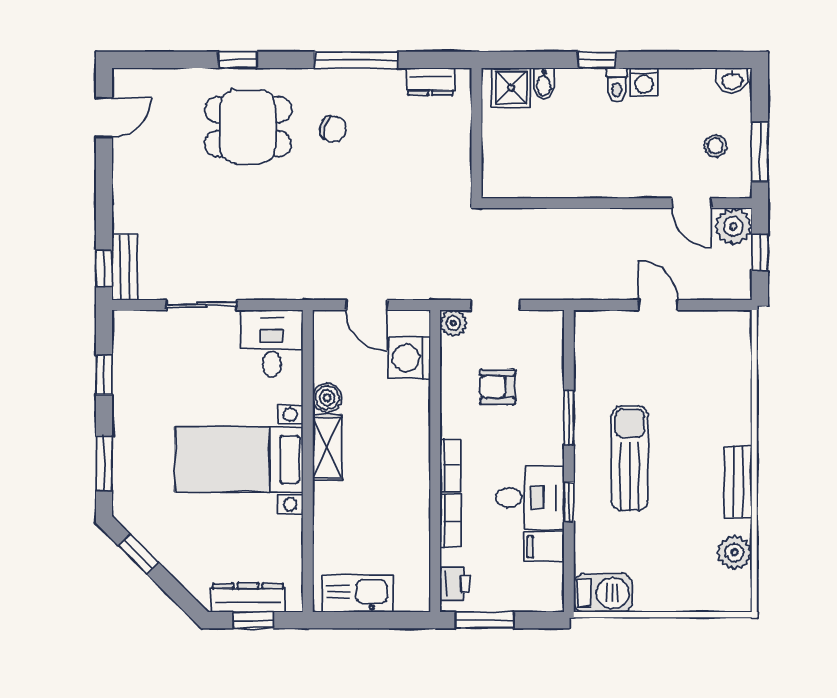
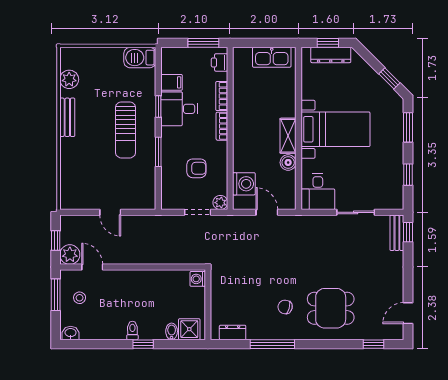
window: (238, 60) -> (373, 344), moved
washing machine: (644, 82) -> (198, 279), moved, turned -90

